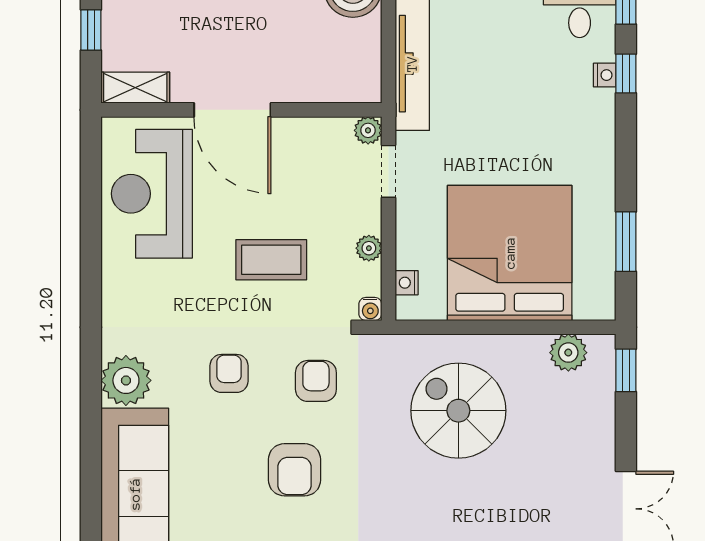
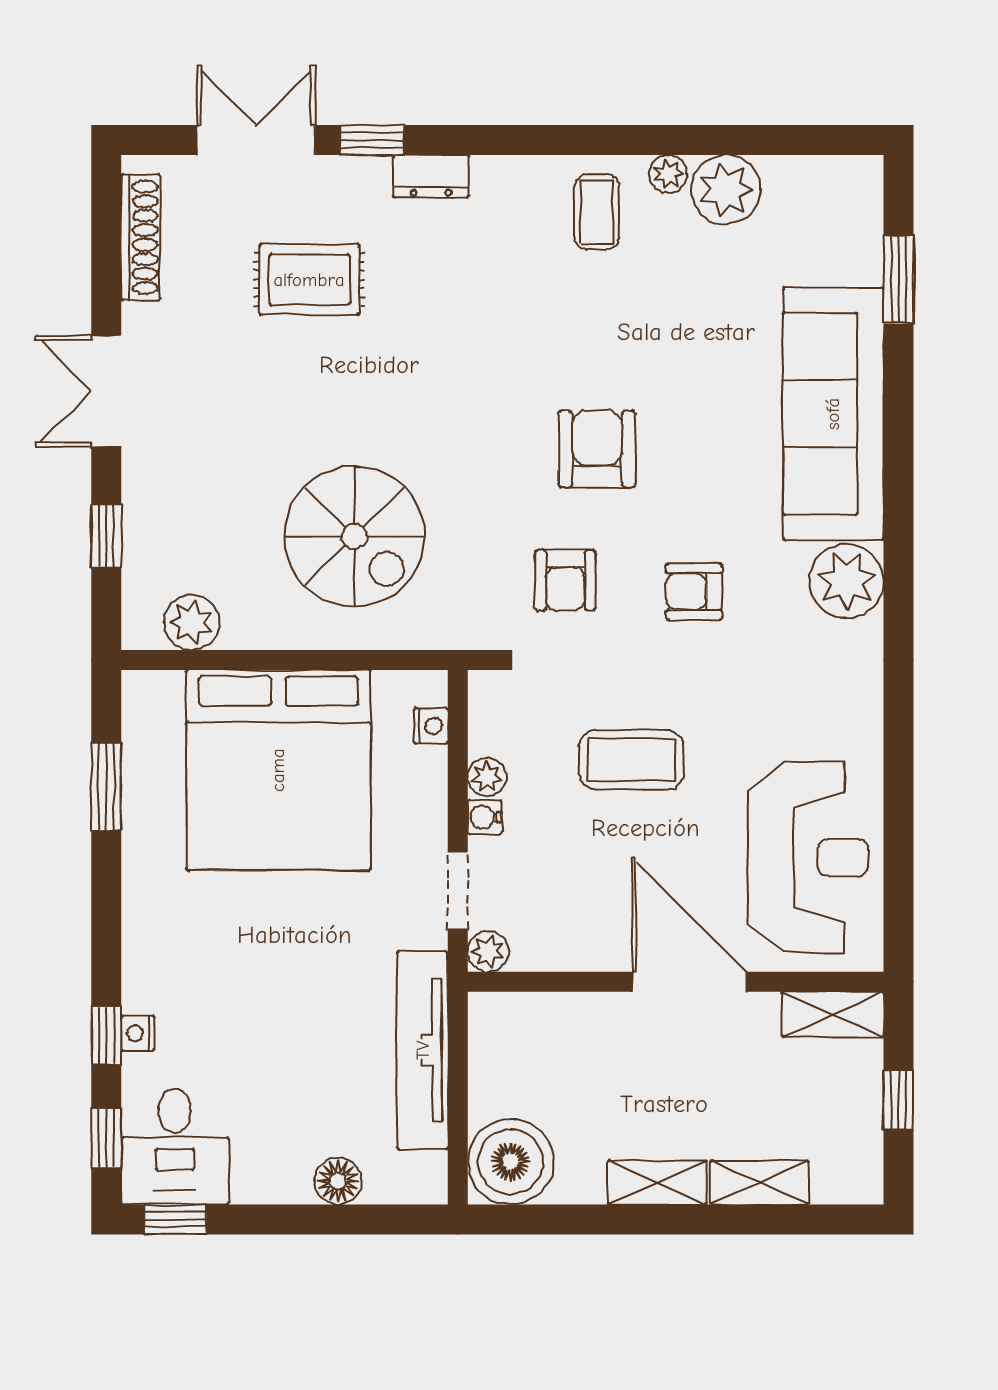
water cooler: (370, 309) -> (485, 817), moved, turned -90
window: (626, 370) -> (106, 536), moved
armchair: (229, 373) -> (694, 591), turned 90

